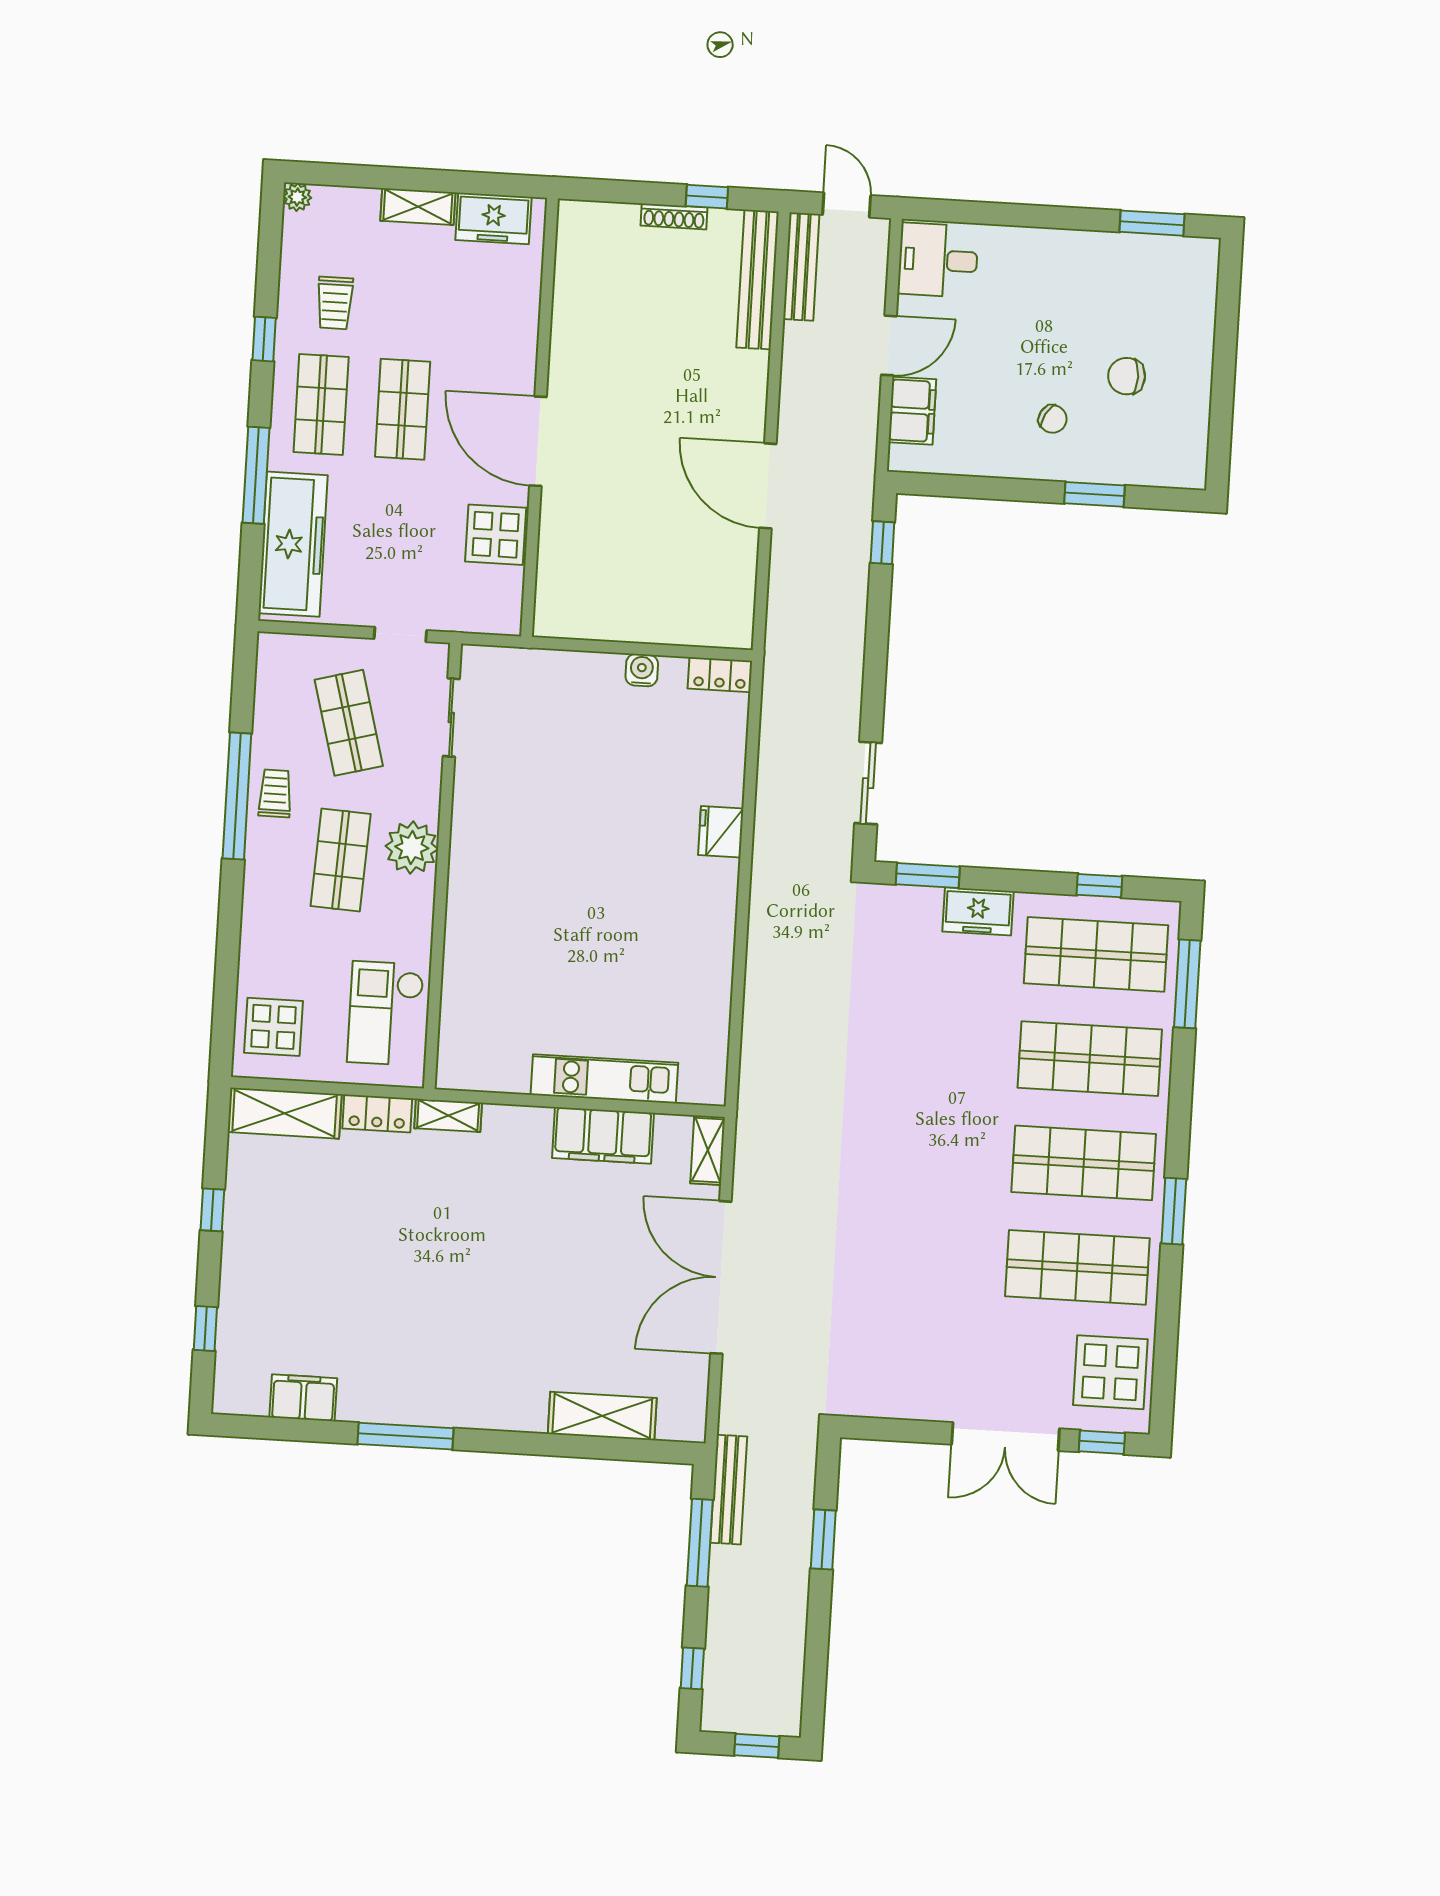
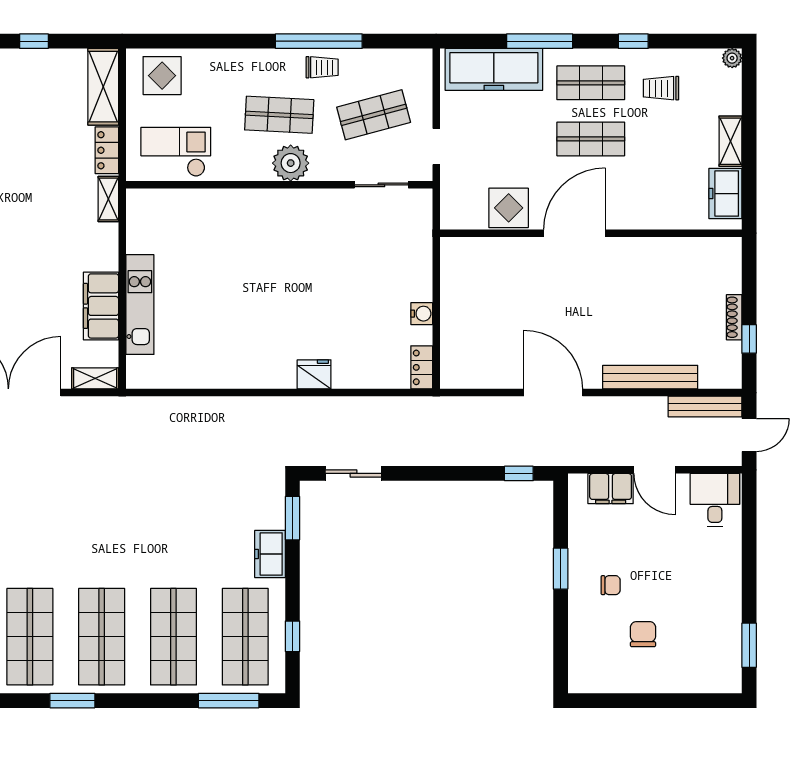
bench: (758, 280) -> (650, 377), moved
chair: (1053, 419) -> (611, 585), turned -120
door: (768, 486) -> (553, 393), hinge flipped
window: (1094, 494) -> (561, 569), moved

